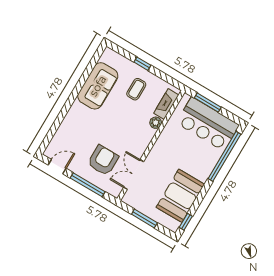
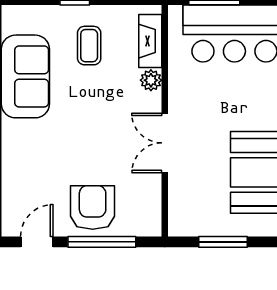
armchair: (103, 160) -> (93, 208), moved
double door: (134, 175) -> (165, 143), moved

